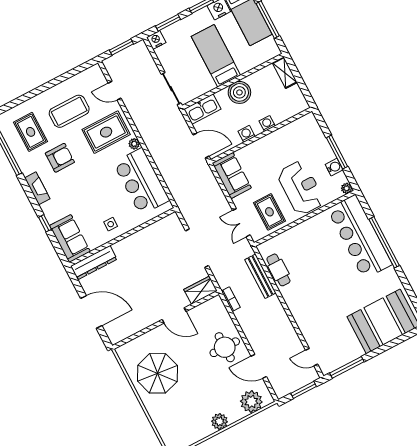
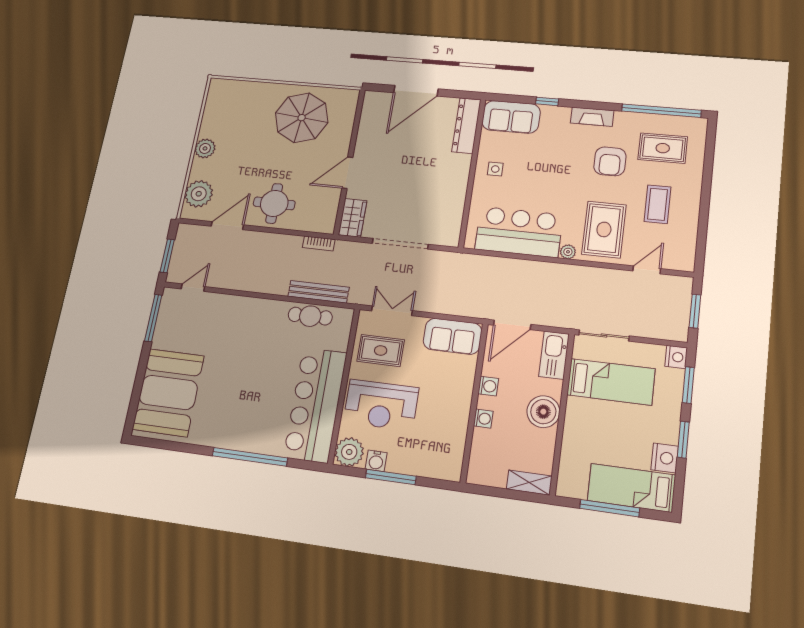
bed: (216, 56) -> (611, 382), moved
coffee table: (69, 111) -> (658, 204), width x0.73, depth x0.76
plant: (347, 188) -> (349, 452), width x1.88, depth x1.88
bar counter: (360, 237) -> (315, 405), moved, turned -90

